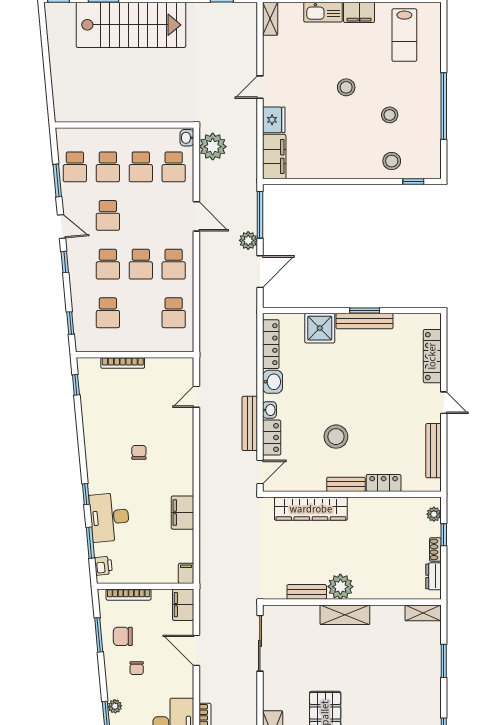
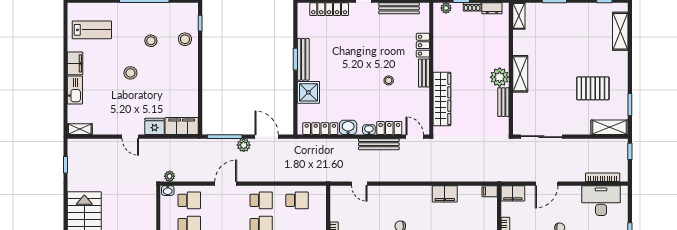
plant: (213, 147) -> (170, 176), width x0.53, depth x0.53
stool: (336, 437) -> (389, 80), width x0.53, depth x0.53

